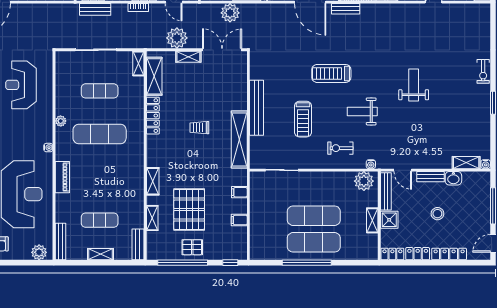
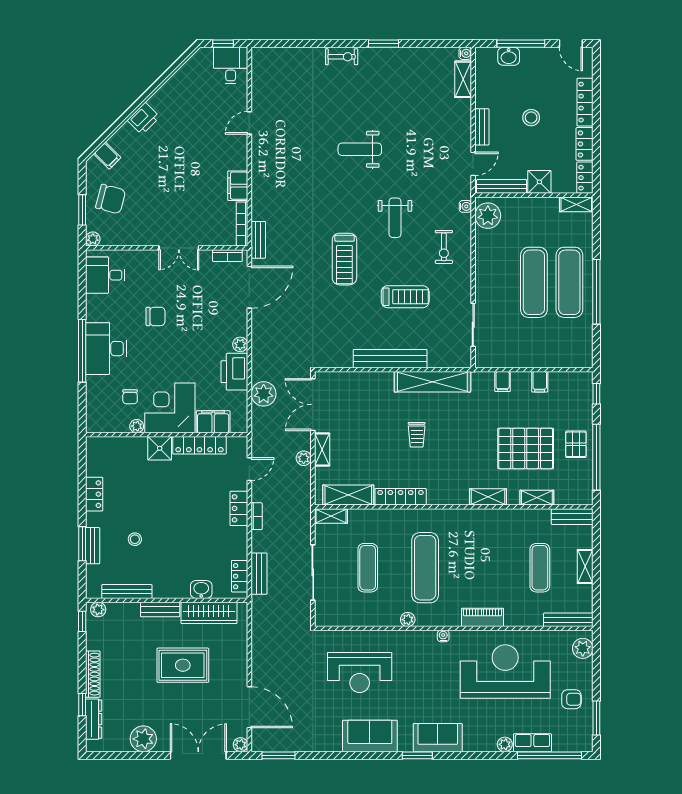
plant: (177, 38) -> (304, 458), width x0.53, depth x0.53
washbasin: (453, 178) -> (509, 56), moved, turned 90
shelving: (372, 220) -> (576, 204), moved

